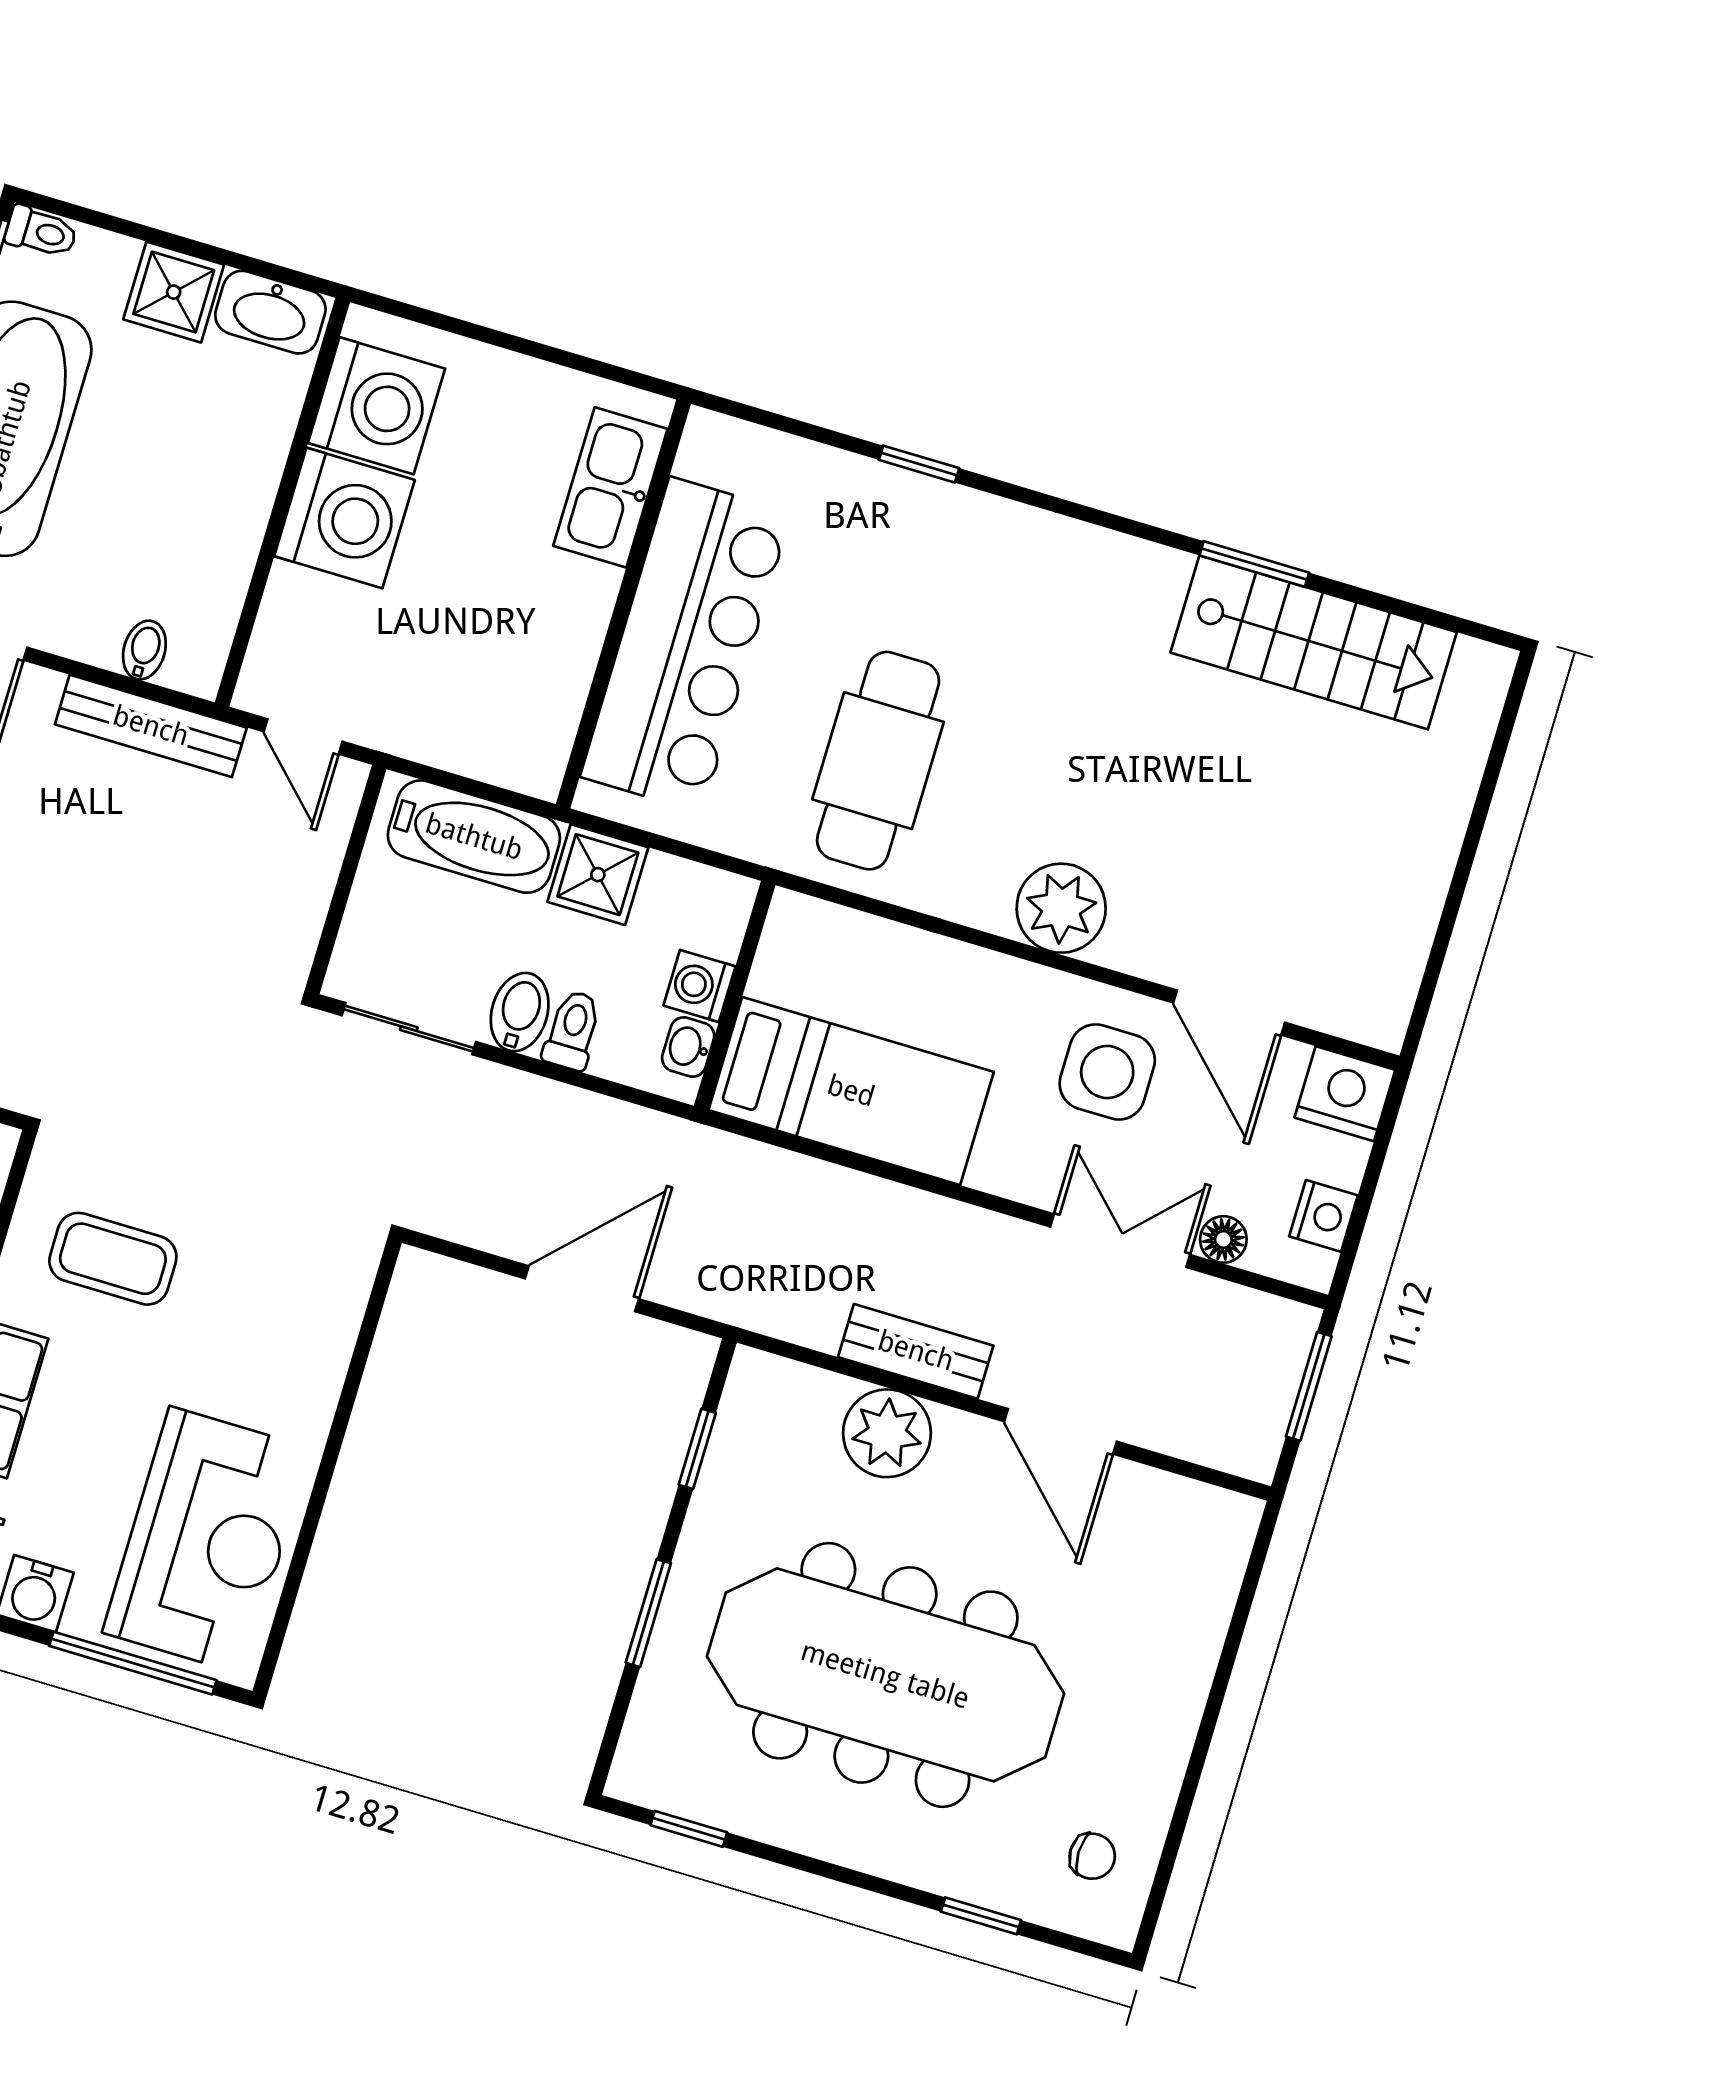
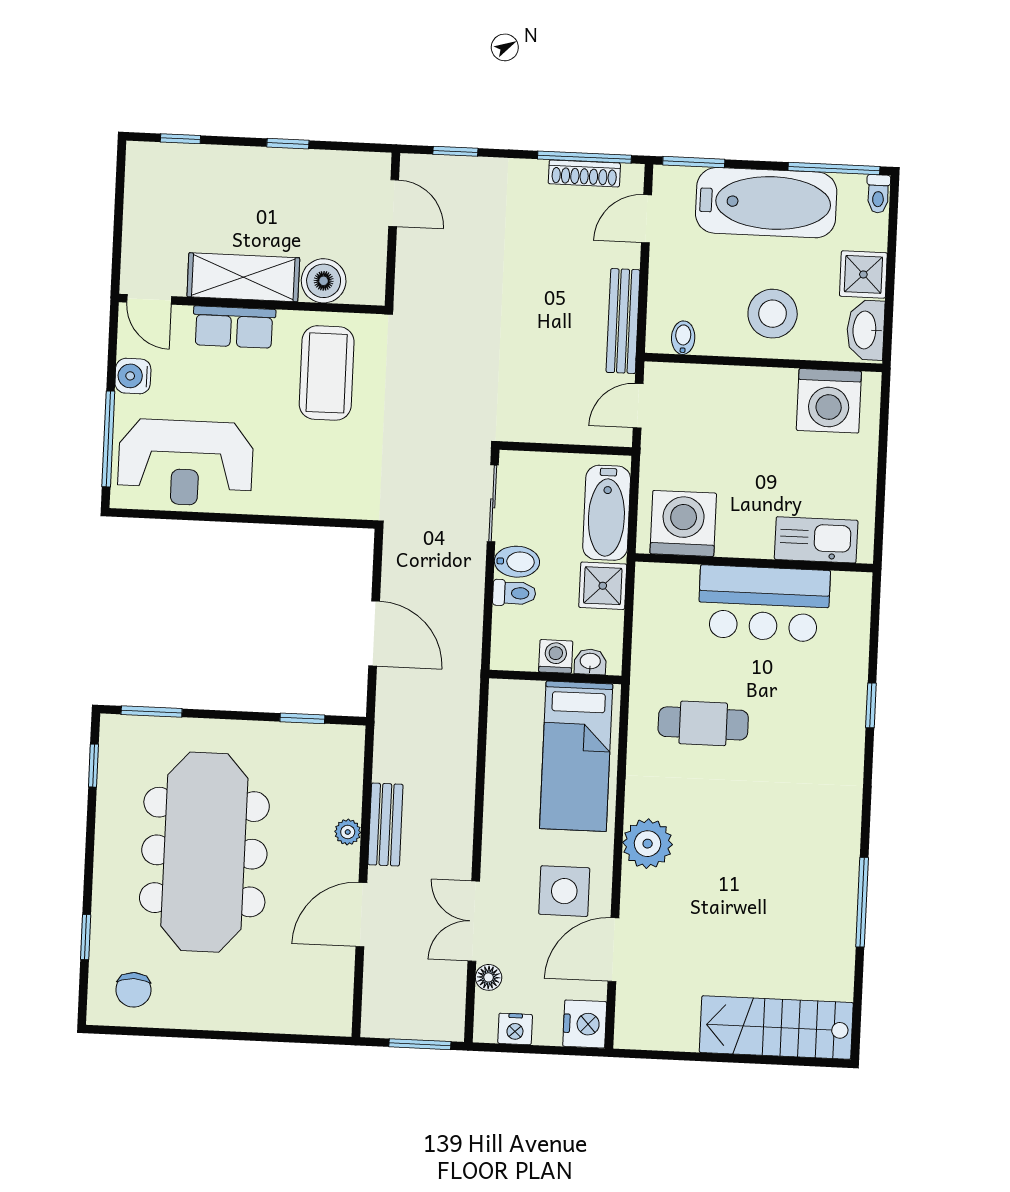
stool: (202, 465) -> (773, 314), added
washing machine: (344, 518) -> (683, 523), moved, turned 180
window: (1254, 564) -> (862, 902), width x1.44
stairs: (1314, 642) -> (776, 1028), moved, turned 90
bar counter: (686, 645) -> (764, 604), width x0.73
bidet: (144, 650) -> (683, 338), moved, turned -90
cafe table: (878, 761) -> (703, 723), width x0.73, depth x0.74
washbasin: (688, 1047) -> (590, 662), moved
bed: (851, 1091) -> (576, 756), moved
double door: (1120, 1241) -> (474, 921), swing flipped
coffee table: (113, 1259) -> (327, 373), width x1.36, depth x1.32
plant: (887, 1433) -> (348, 832), width x0.53, depth x0.53
window: (648, 1613) -> (152, 711), moved
chair: (1092, 1856) -> (133, 990), width x1.37, depth x1.37

